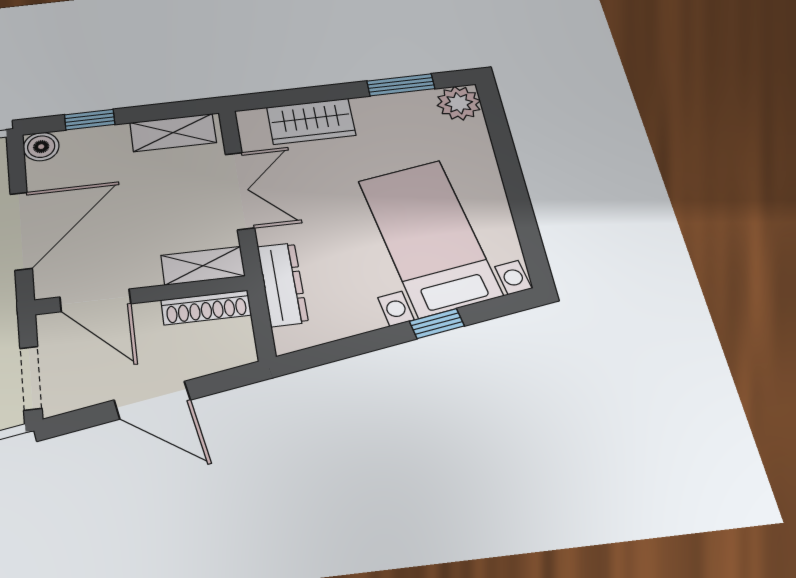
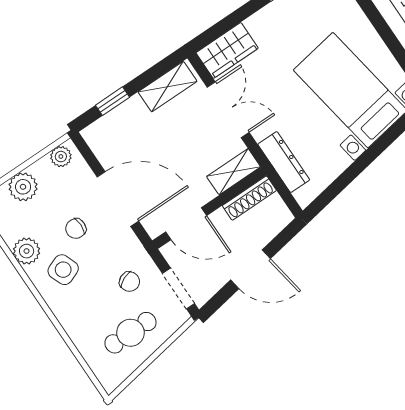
wardrobe: (311, 121) -> (227, 50), moved
boiler: (41, 147) -> (95, 135), removed
door: (21, 231) -> (118, 199), hinge flipped
window: (437, 324) -> (379, 147), removed

